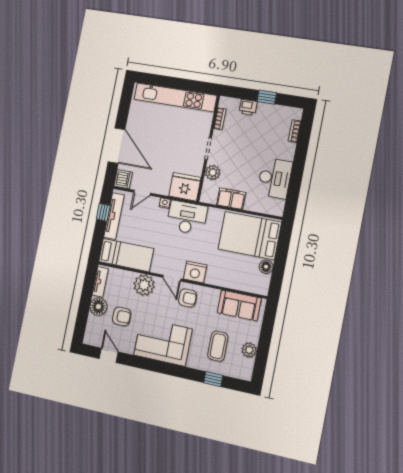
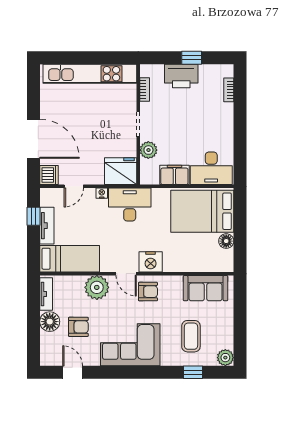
printer: (248, 107) -> (181, 76), width x1.87, depth x1.48
desk: (275, 178) -> (211, 168), moved, turned 90
tv unit: (114, 216) -> (47, 226), width x0.71
plant: (249, 350) -> (225, 358), moved

